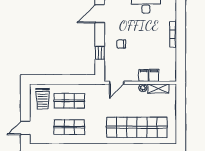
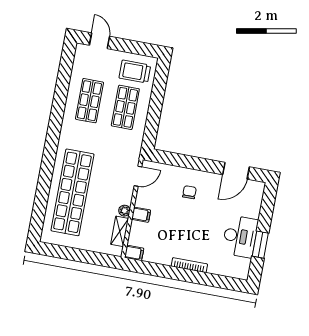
door: (100, 14) -> (236, 171), swing flipped
window: (100, 53) -> (183, 161), removed
filing cabinet: (154, 75) -> (134, 253), moved
door: (117, 83) -> (138, 176), swing flipped

